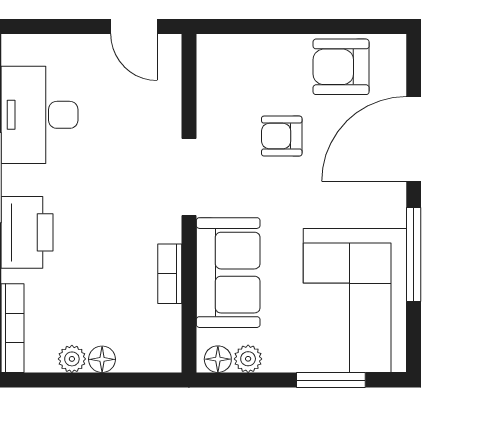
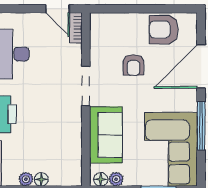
armchair: (282, 136) -> (133, 65), turned -90
bookcase: (170, 274) -> (76, 28), moved

